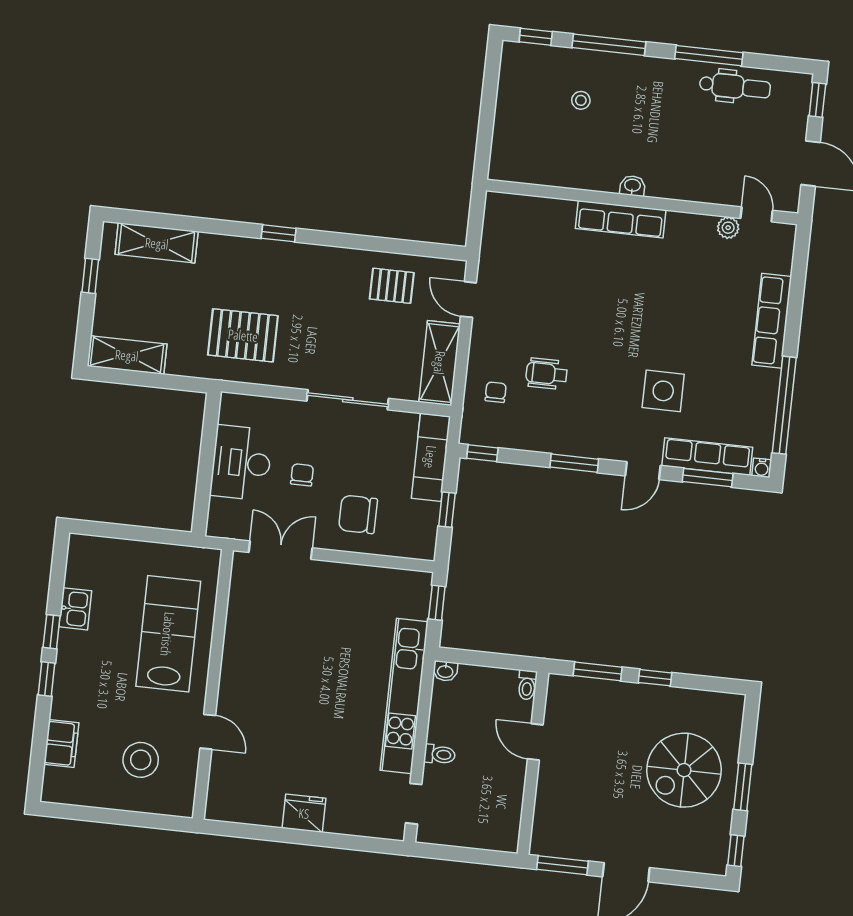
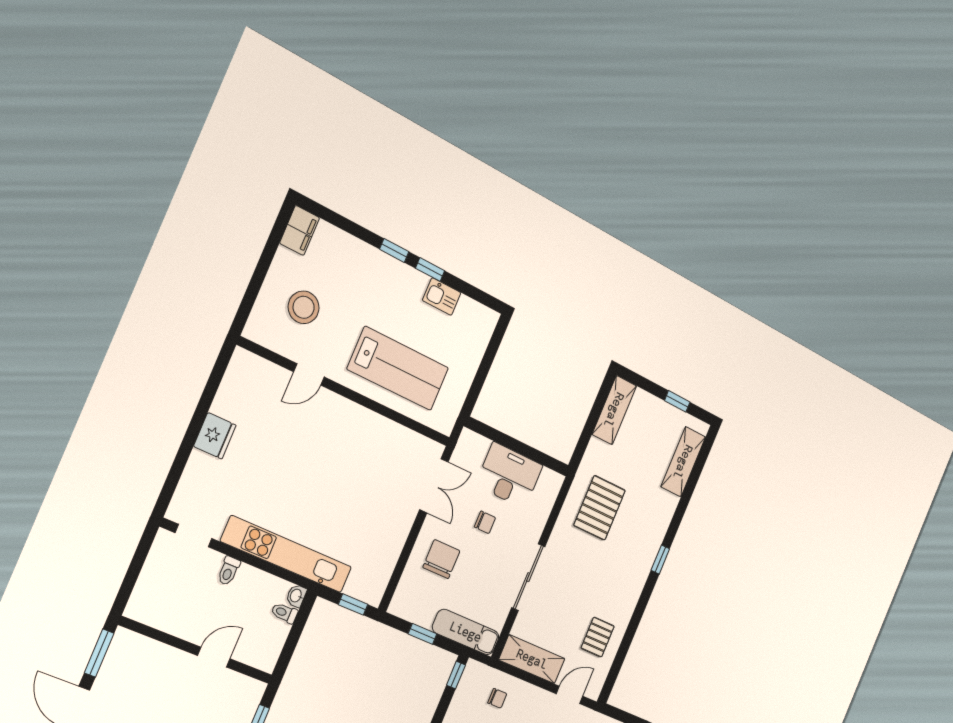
toilet: (527, 685) -> (284, 613), moved
filing cabinet: (61, 744) -> (300, 230), moved, turned -90

